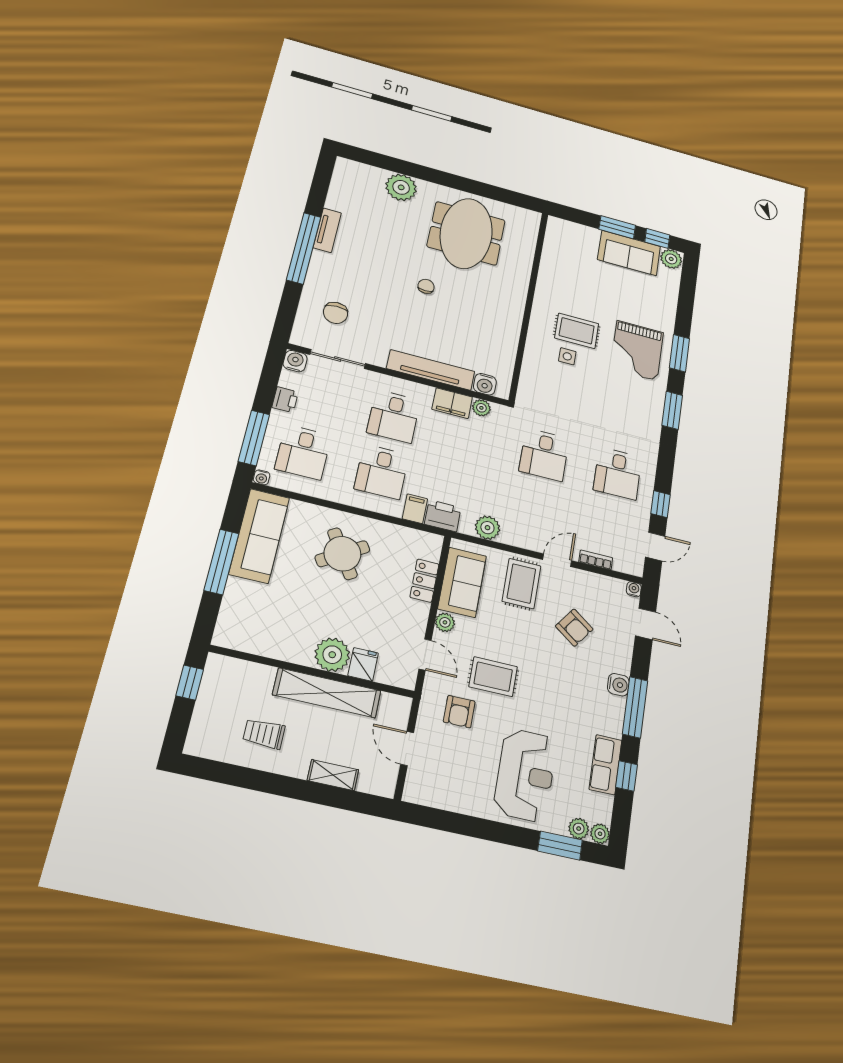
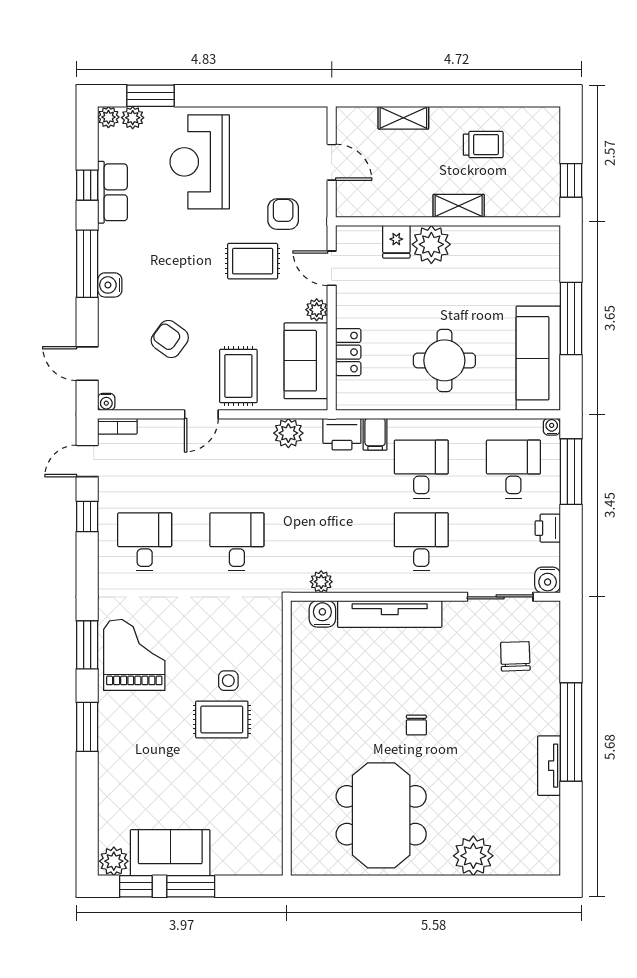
grand piano: (637, 351) -> (134, 655), moved
filing cabinet: (452, 403) -> (357, 578), removed
round table: (342, 554) -> (444, 360), turned 32
bookcase: (596, 560) -> (117, 426), moved
shelving: (327, 693) -> (459, 206), width x0.45, depth x0.75

